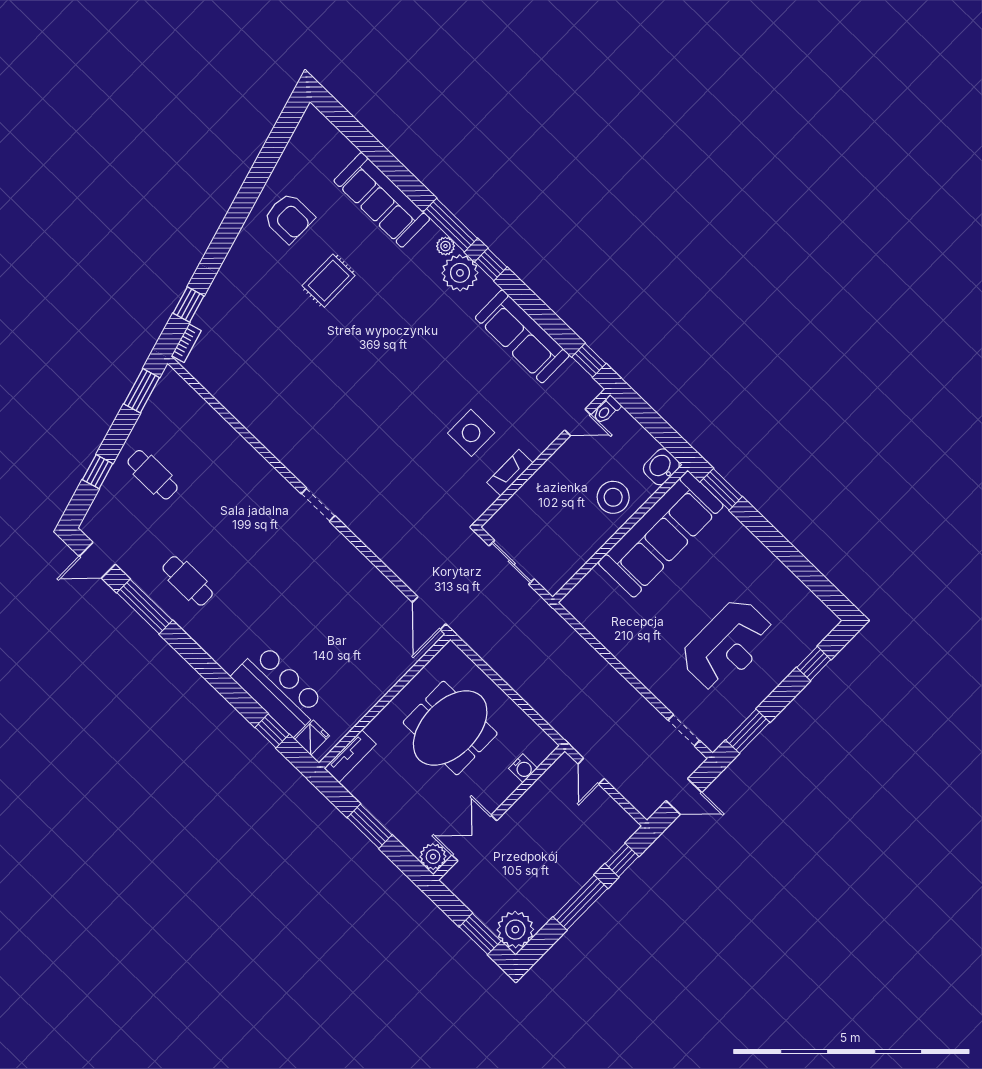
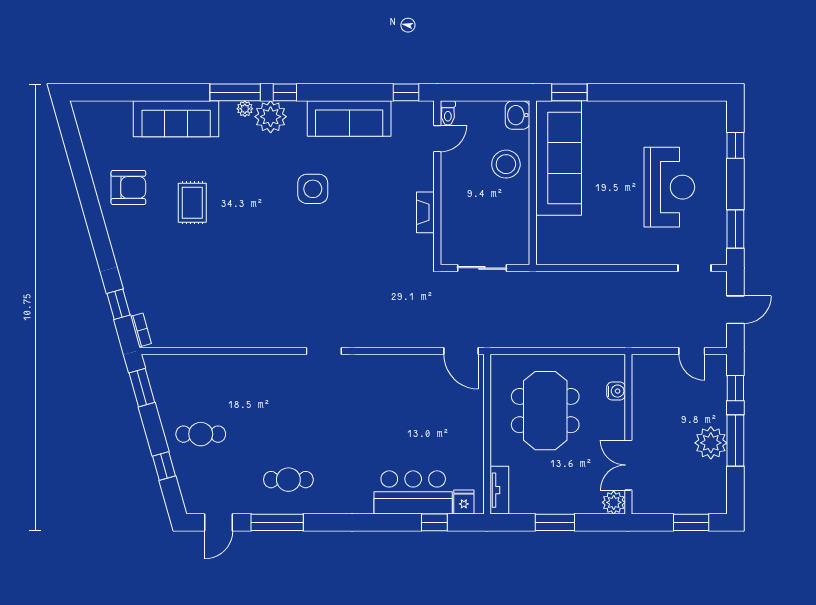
side table: (471, 433) -> (313, 189), moved
door: (591, 771) -> (692, 351), moved
plant: (515, 930) -> (711, 443), moved

